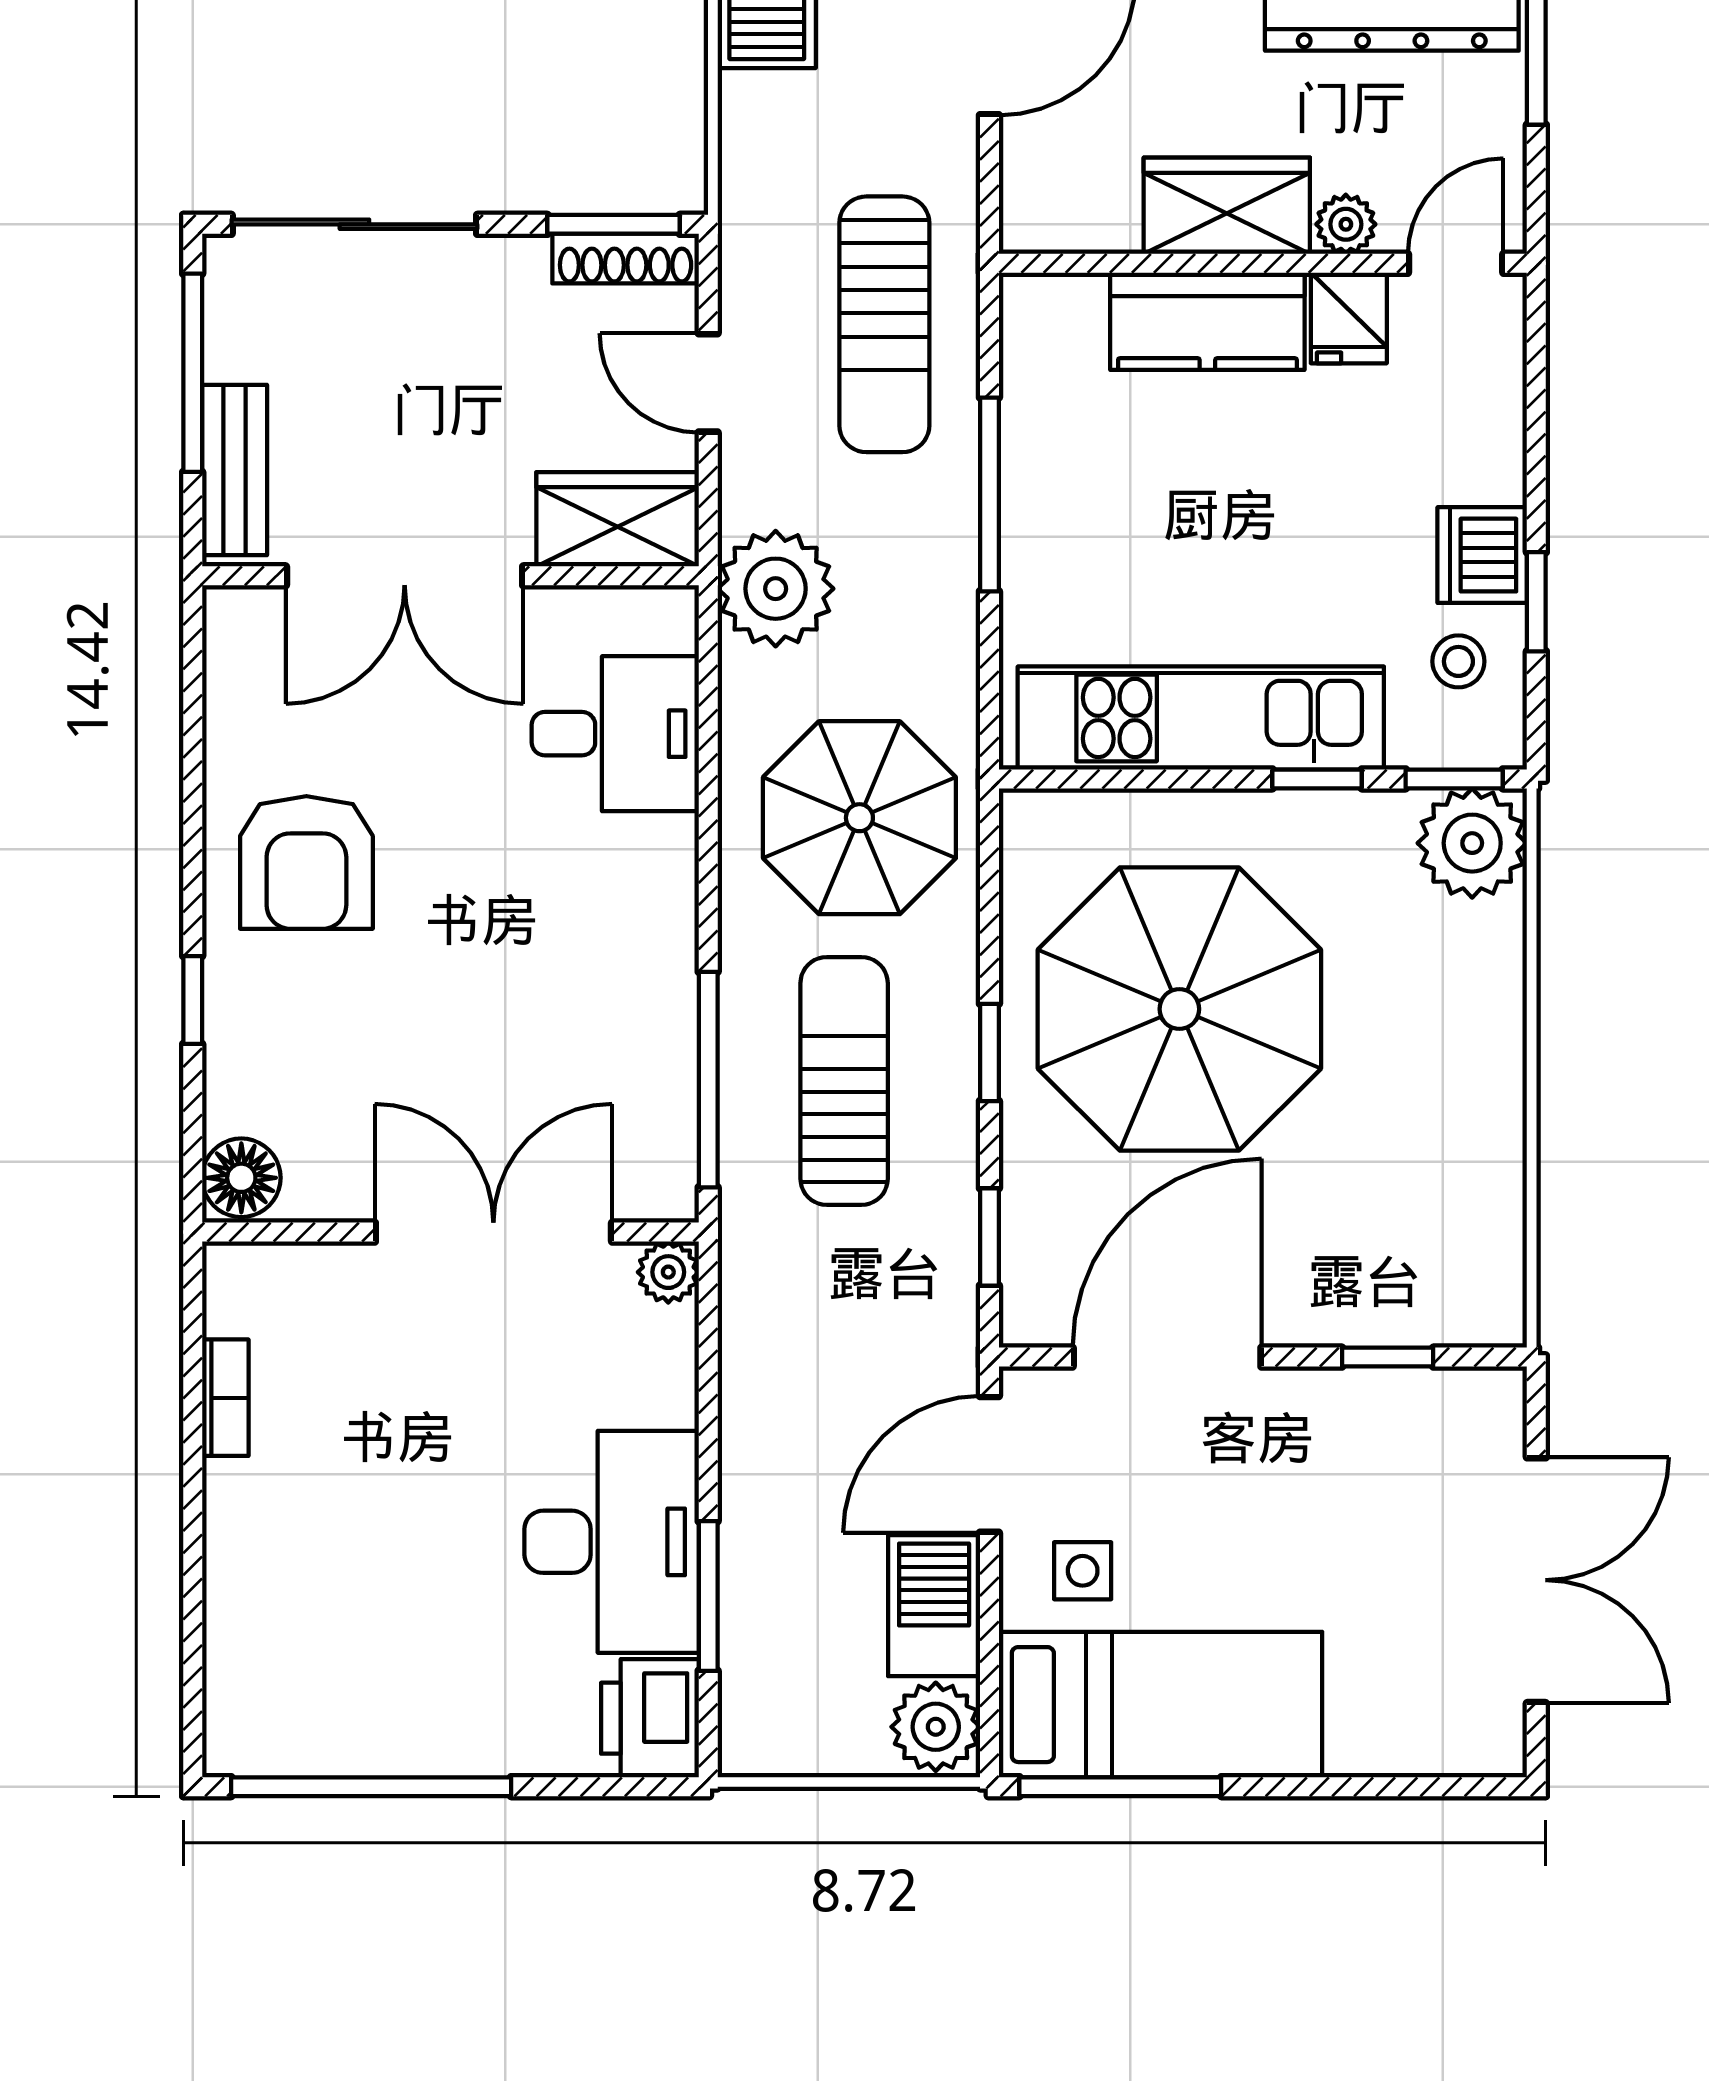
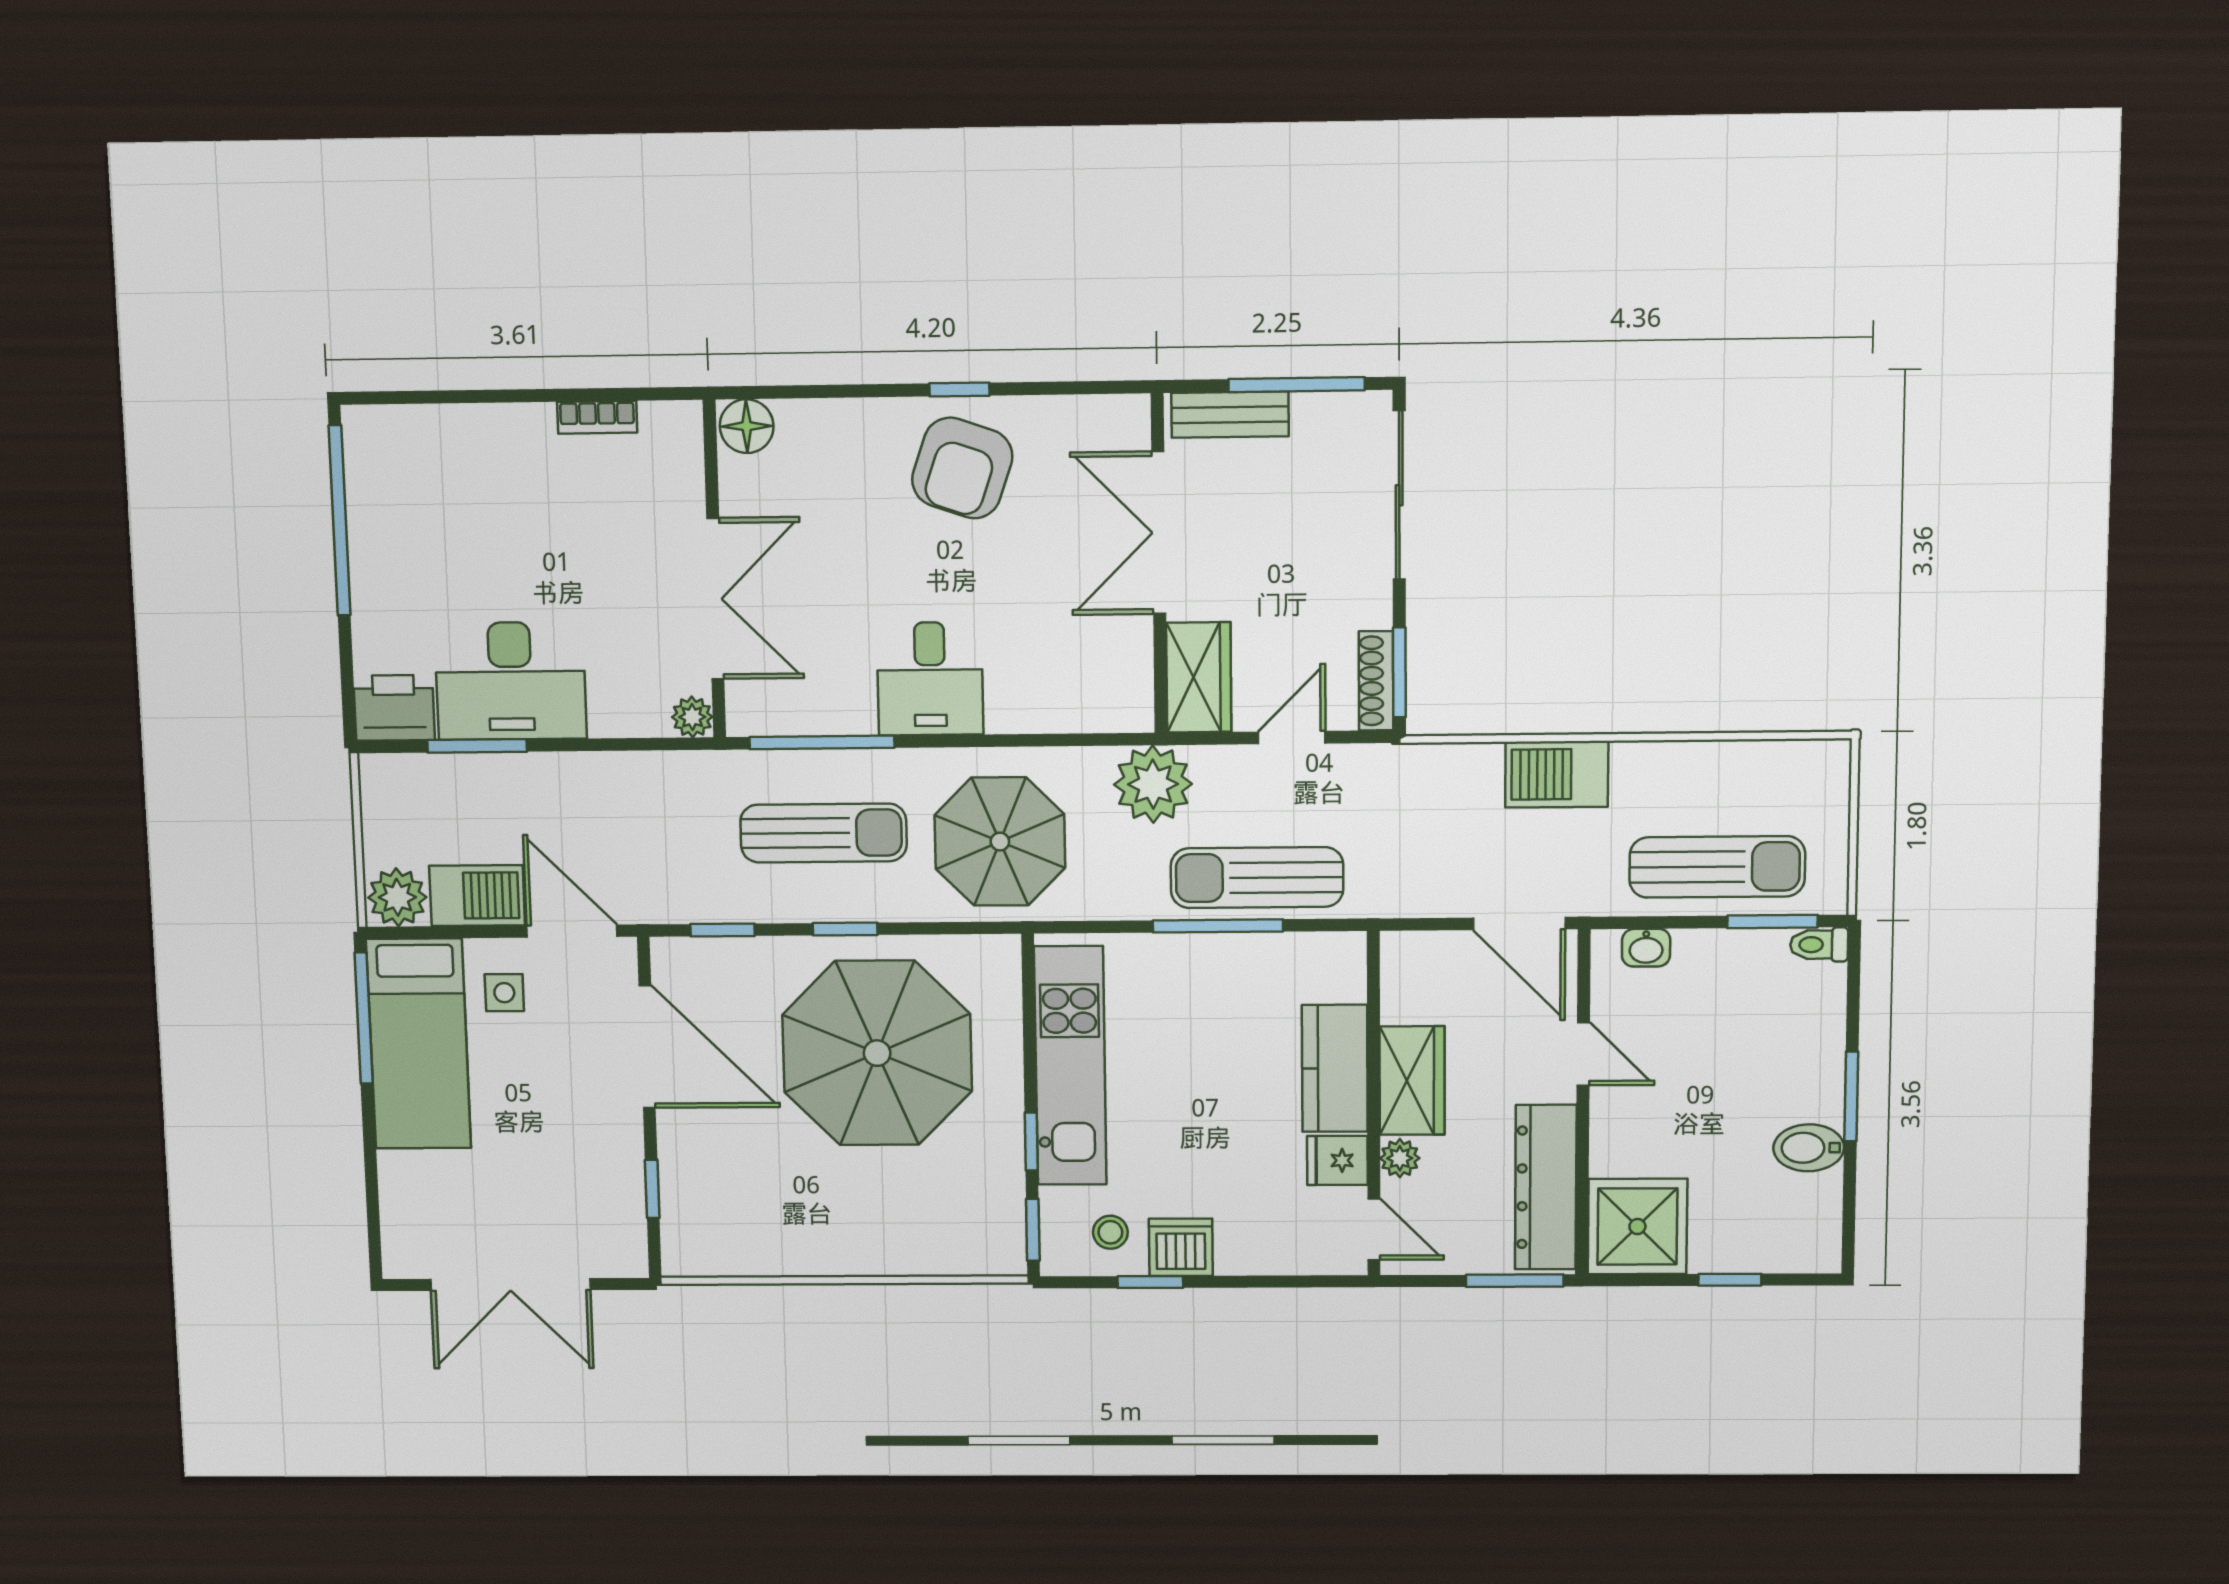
sun lounger: (884, 324) -> (1257, 878), moved
desk: (615, 734) -> (930, 679), moved
plant: (1472, 843) -> (991, 1242), removed
armchair: (306, 862) -> (962, 468), turned -71
window: (193, 1000) -> (959, 389), moved

